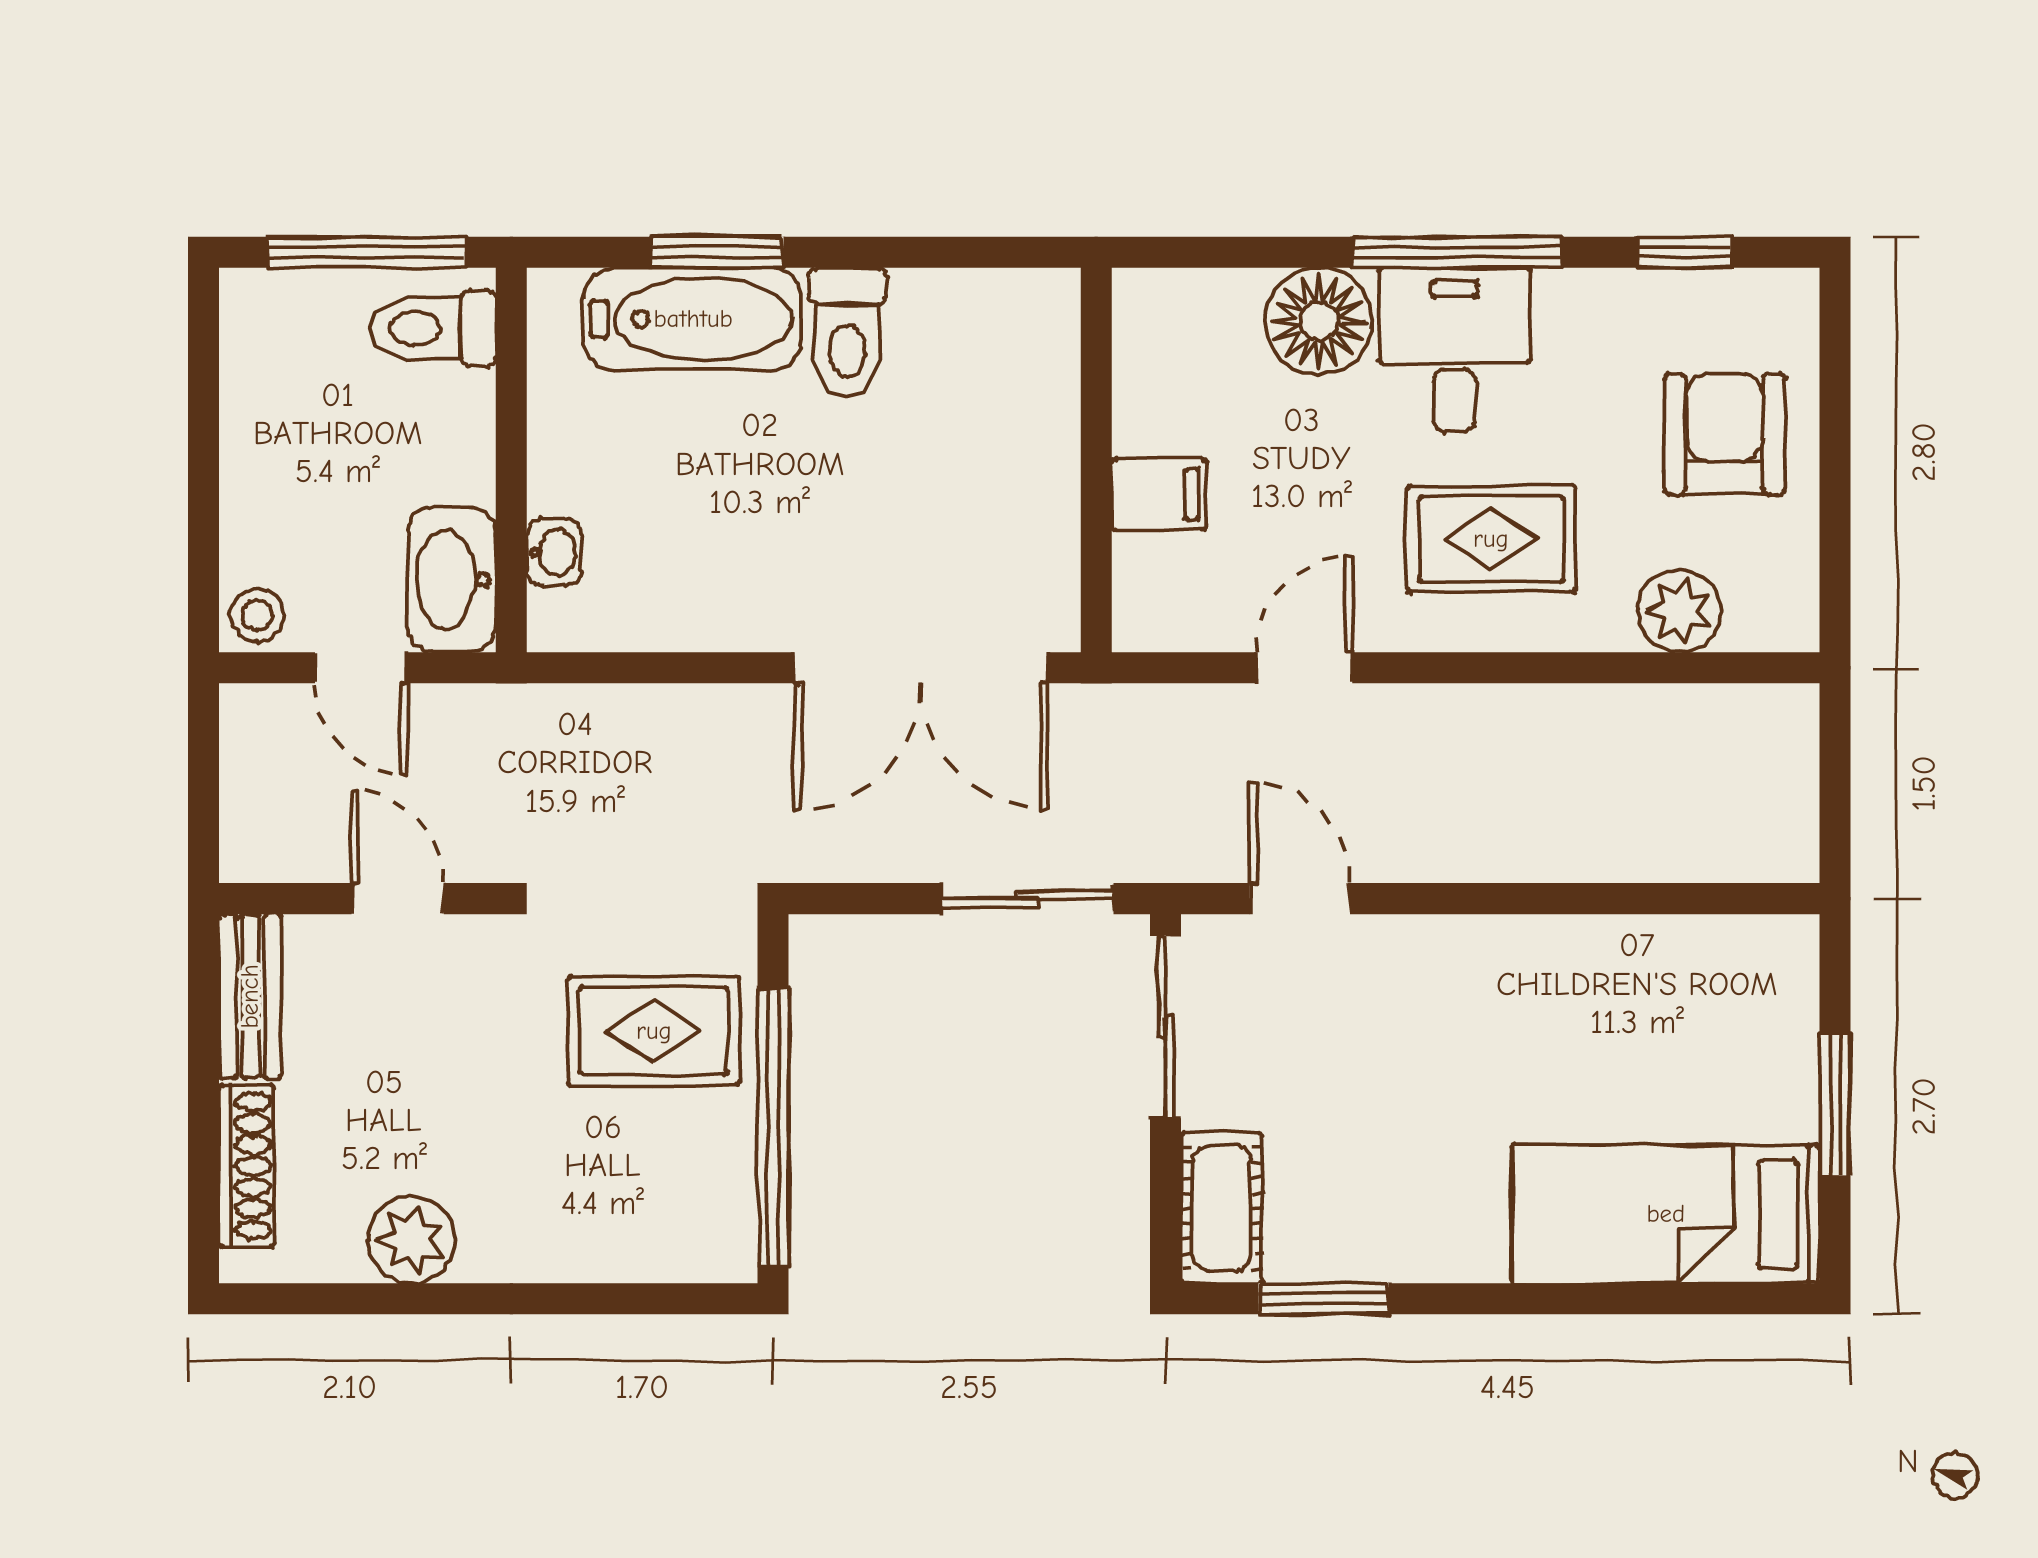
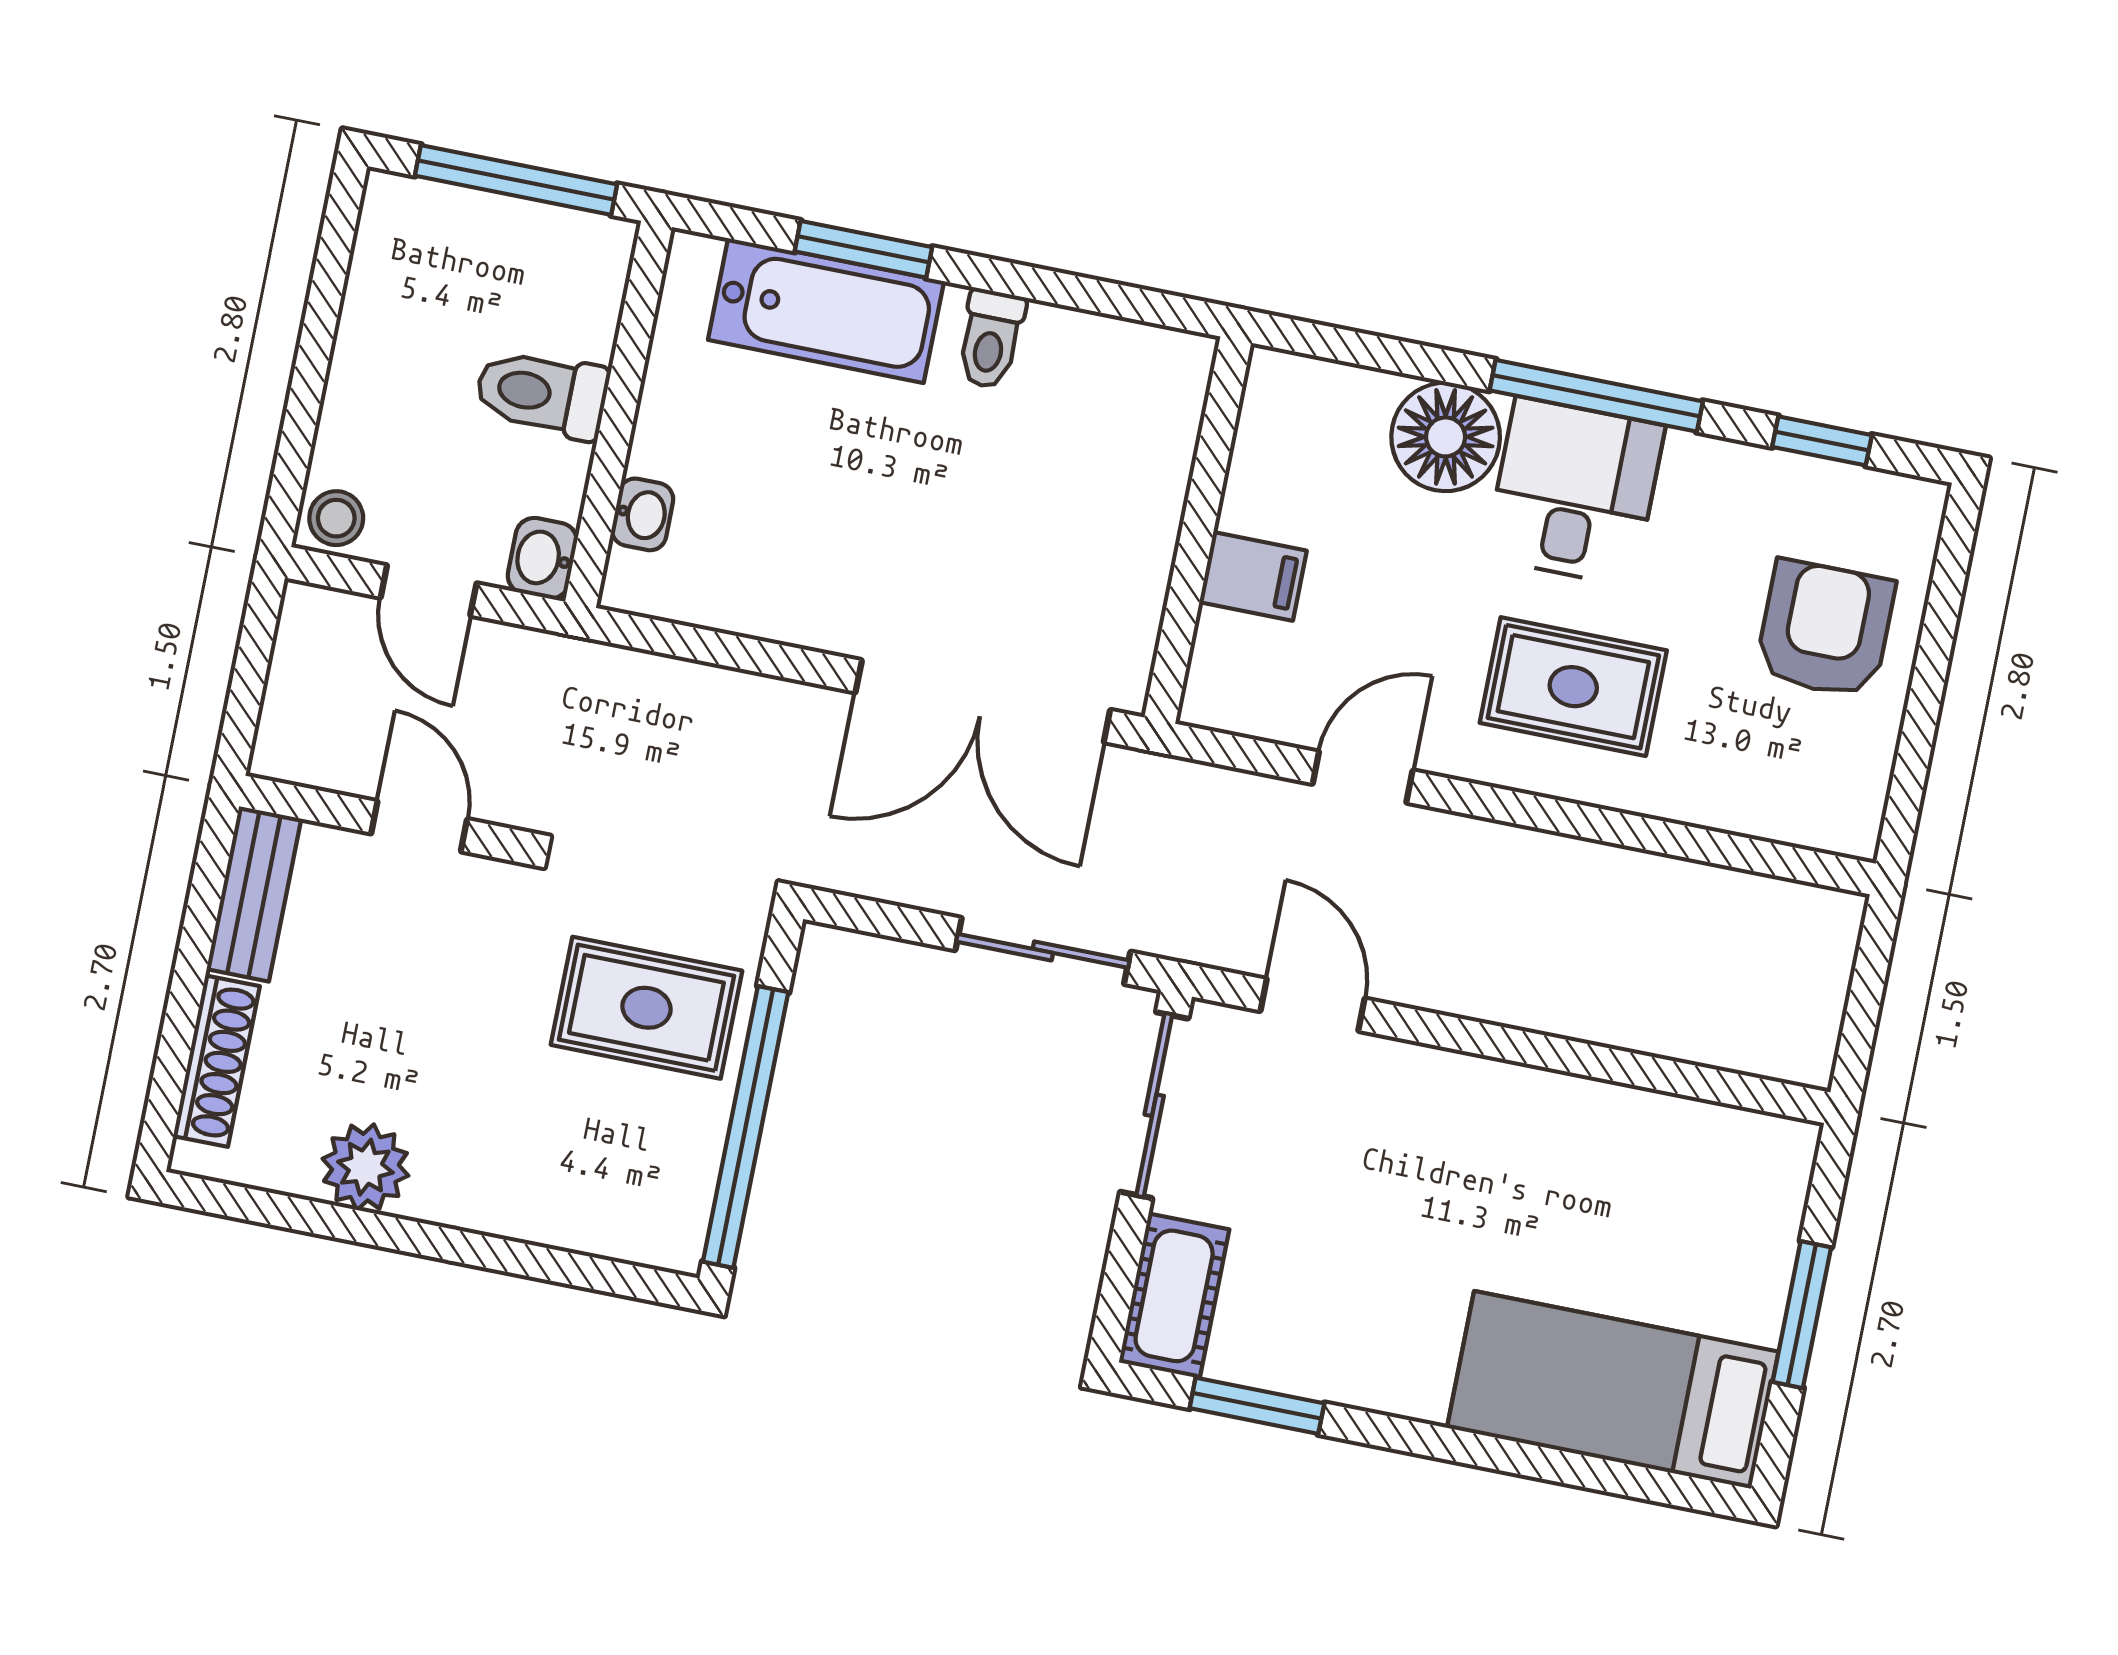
toilet: (433, 328) -> (542, 394), moved
toilet: (847, 333) -> (991, 339), width x0.73, depth x0.72
washbasin: (452, 580) -> (542, 558), width x0.52, depth x0.69
plant: (1679, 611) -> (1745, 795), removed

